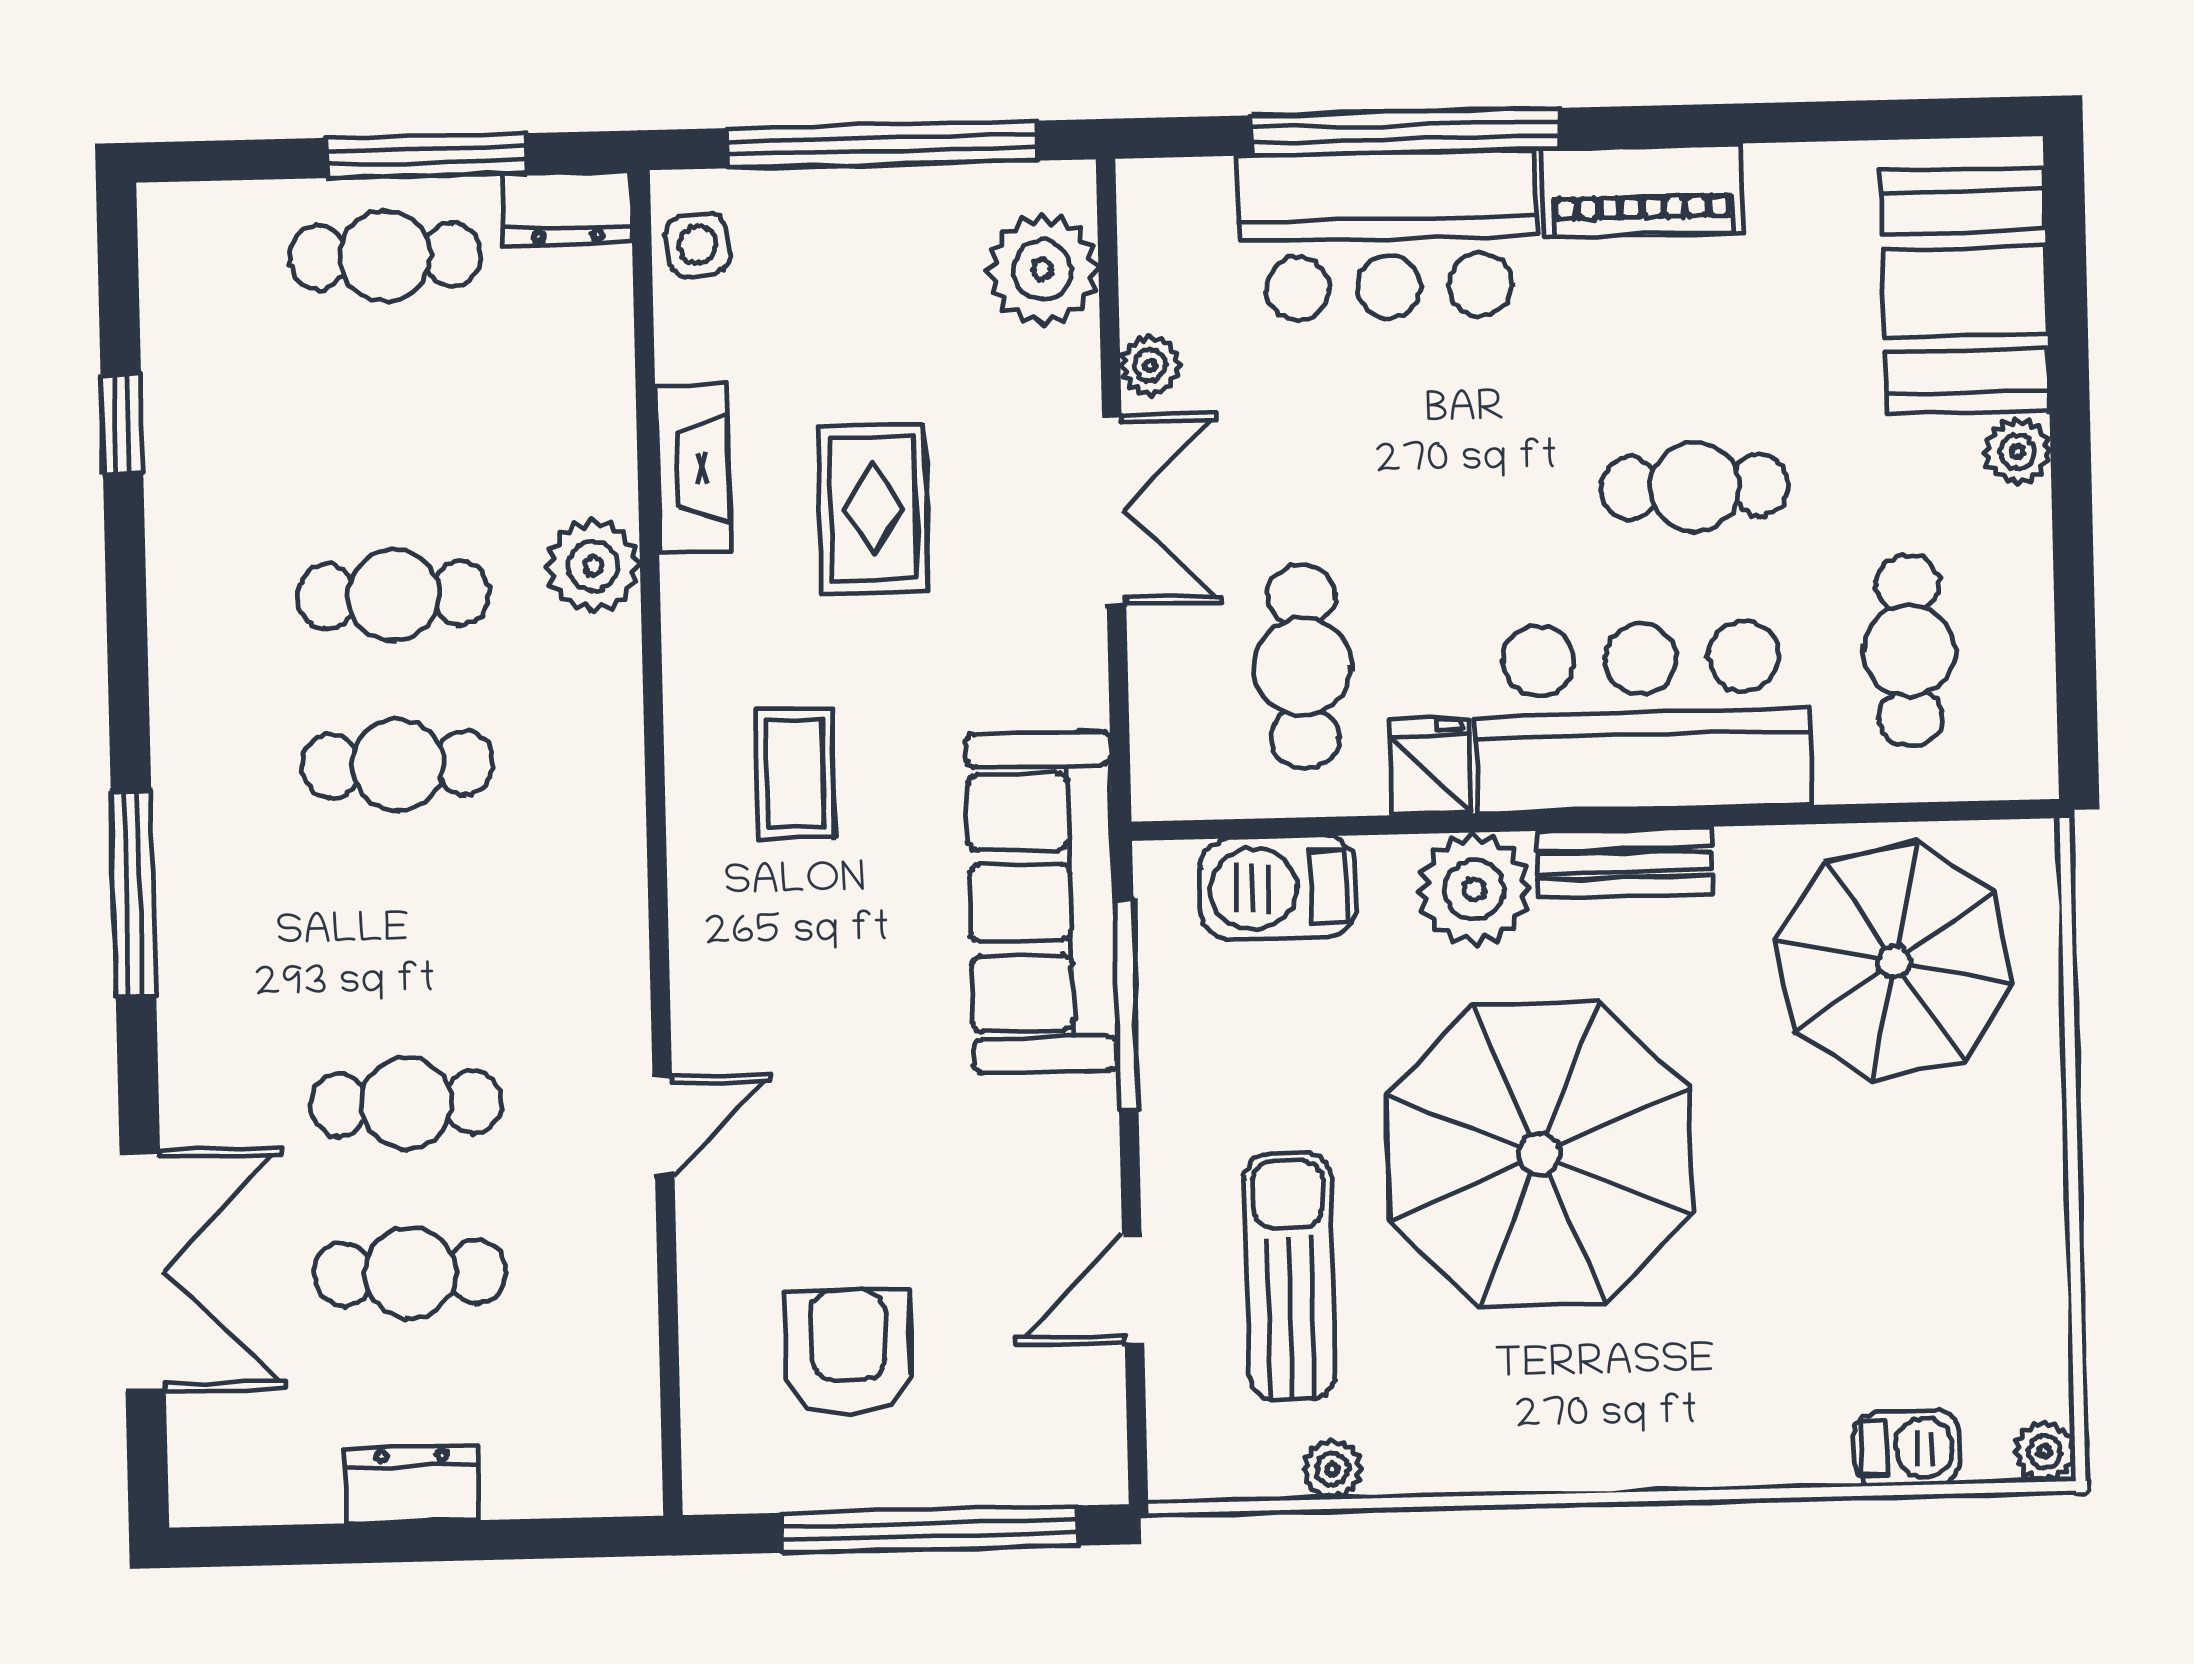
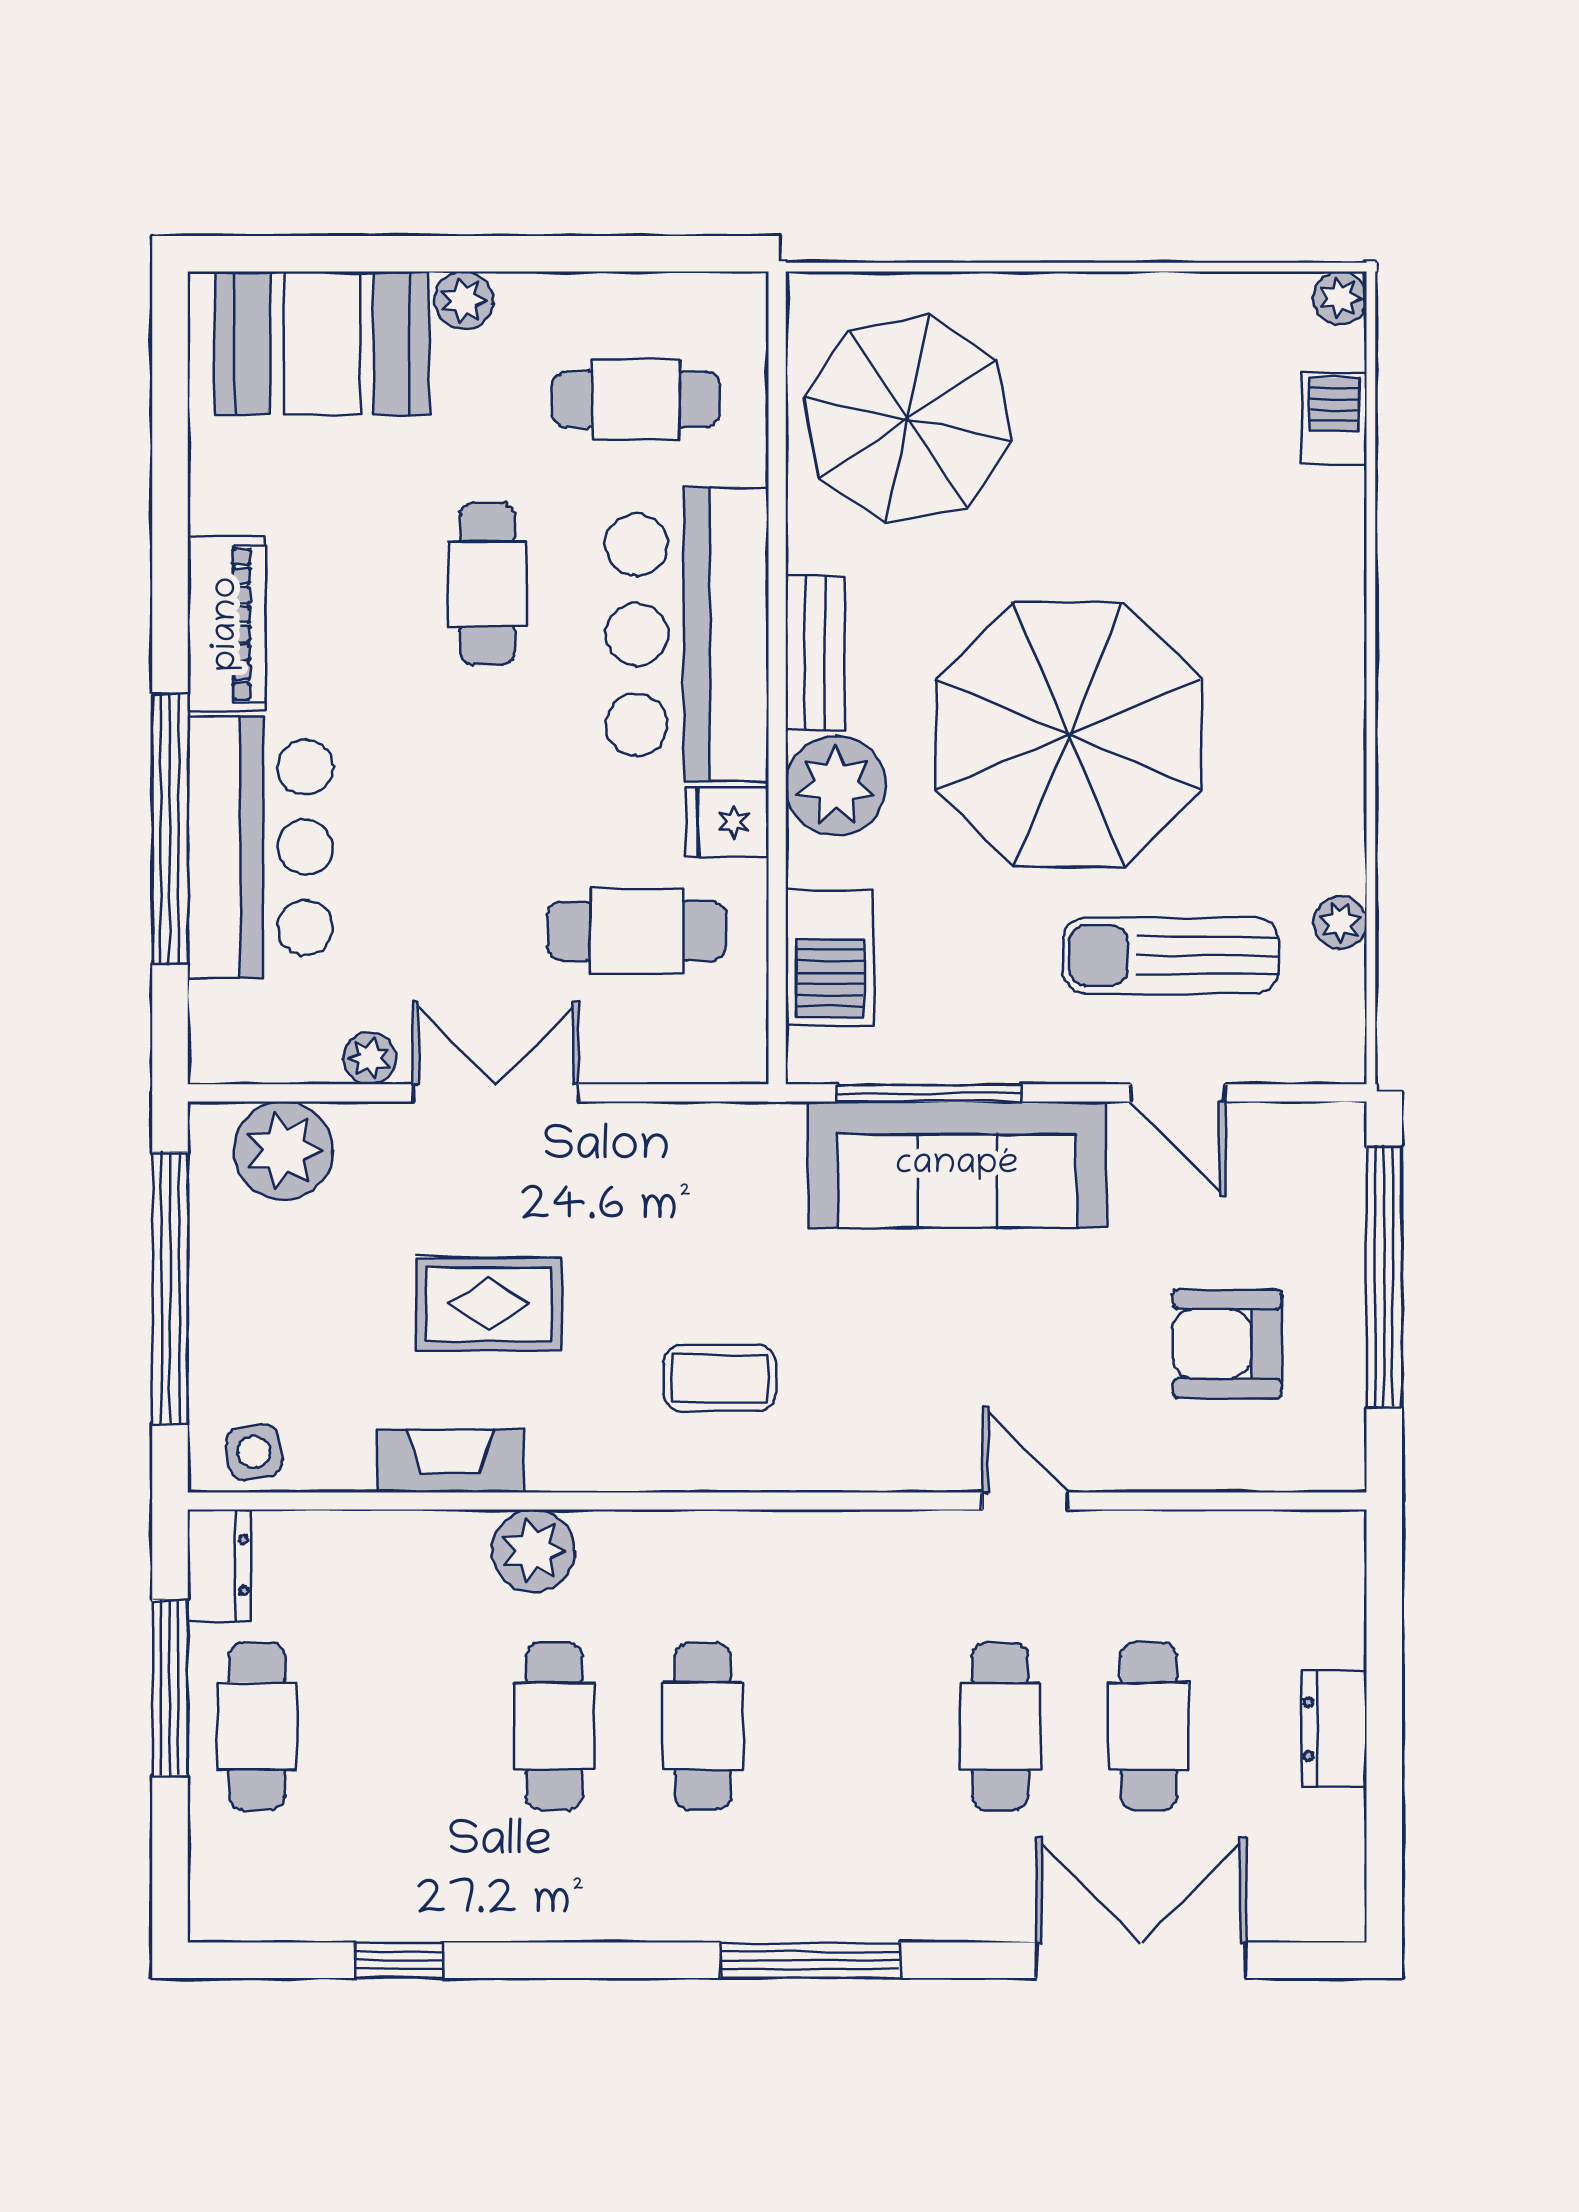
sofa: (1042, 902) -> (957, 1165), moved

